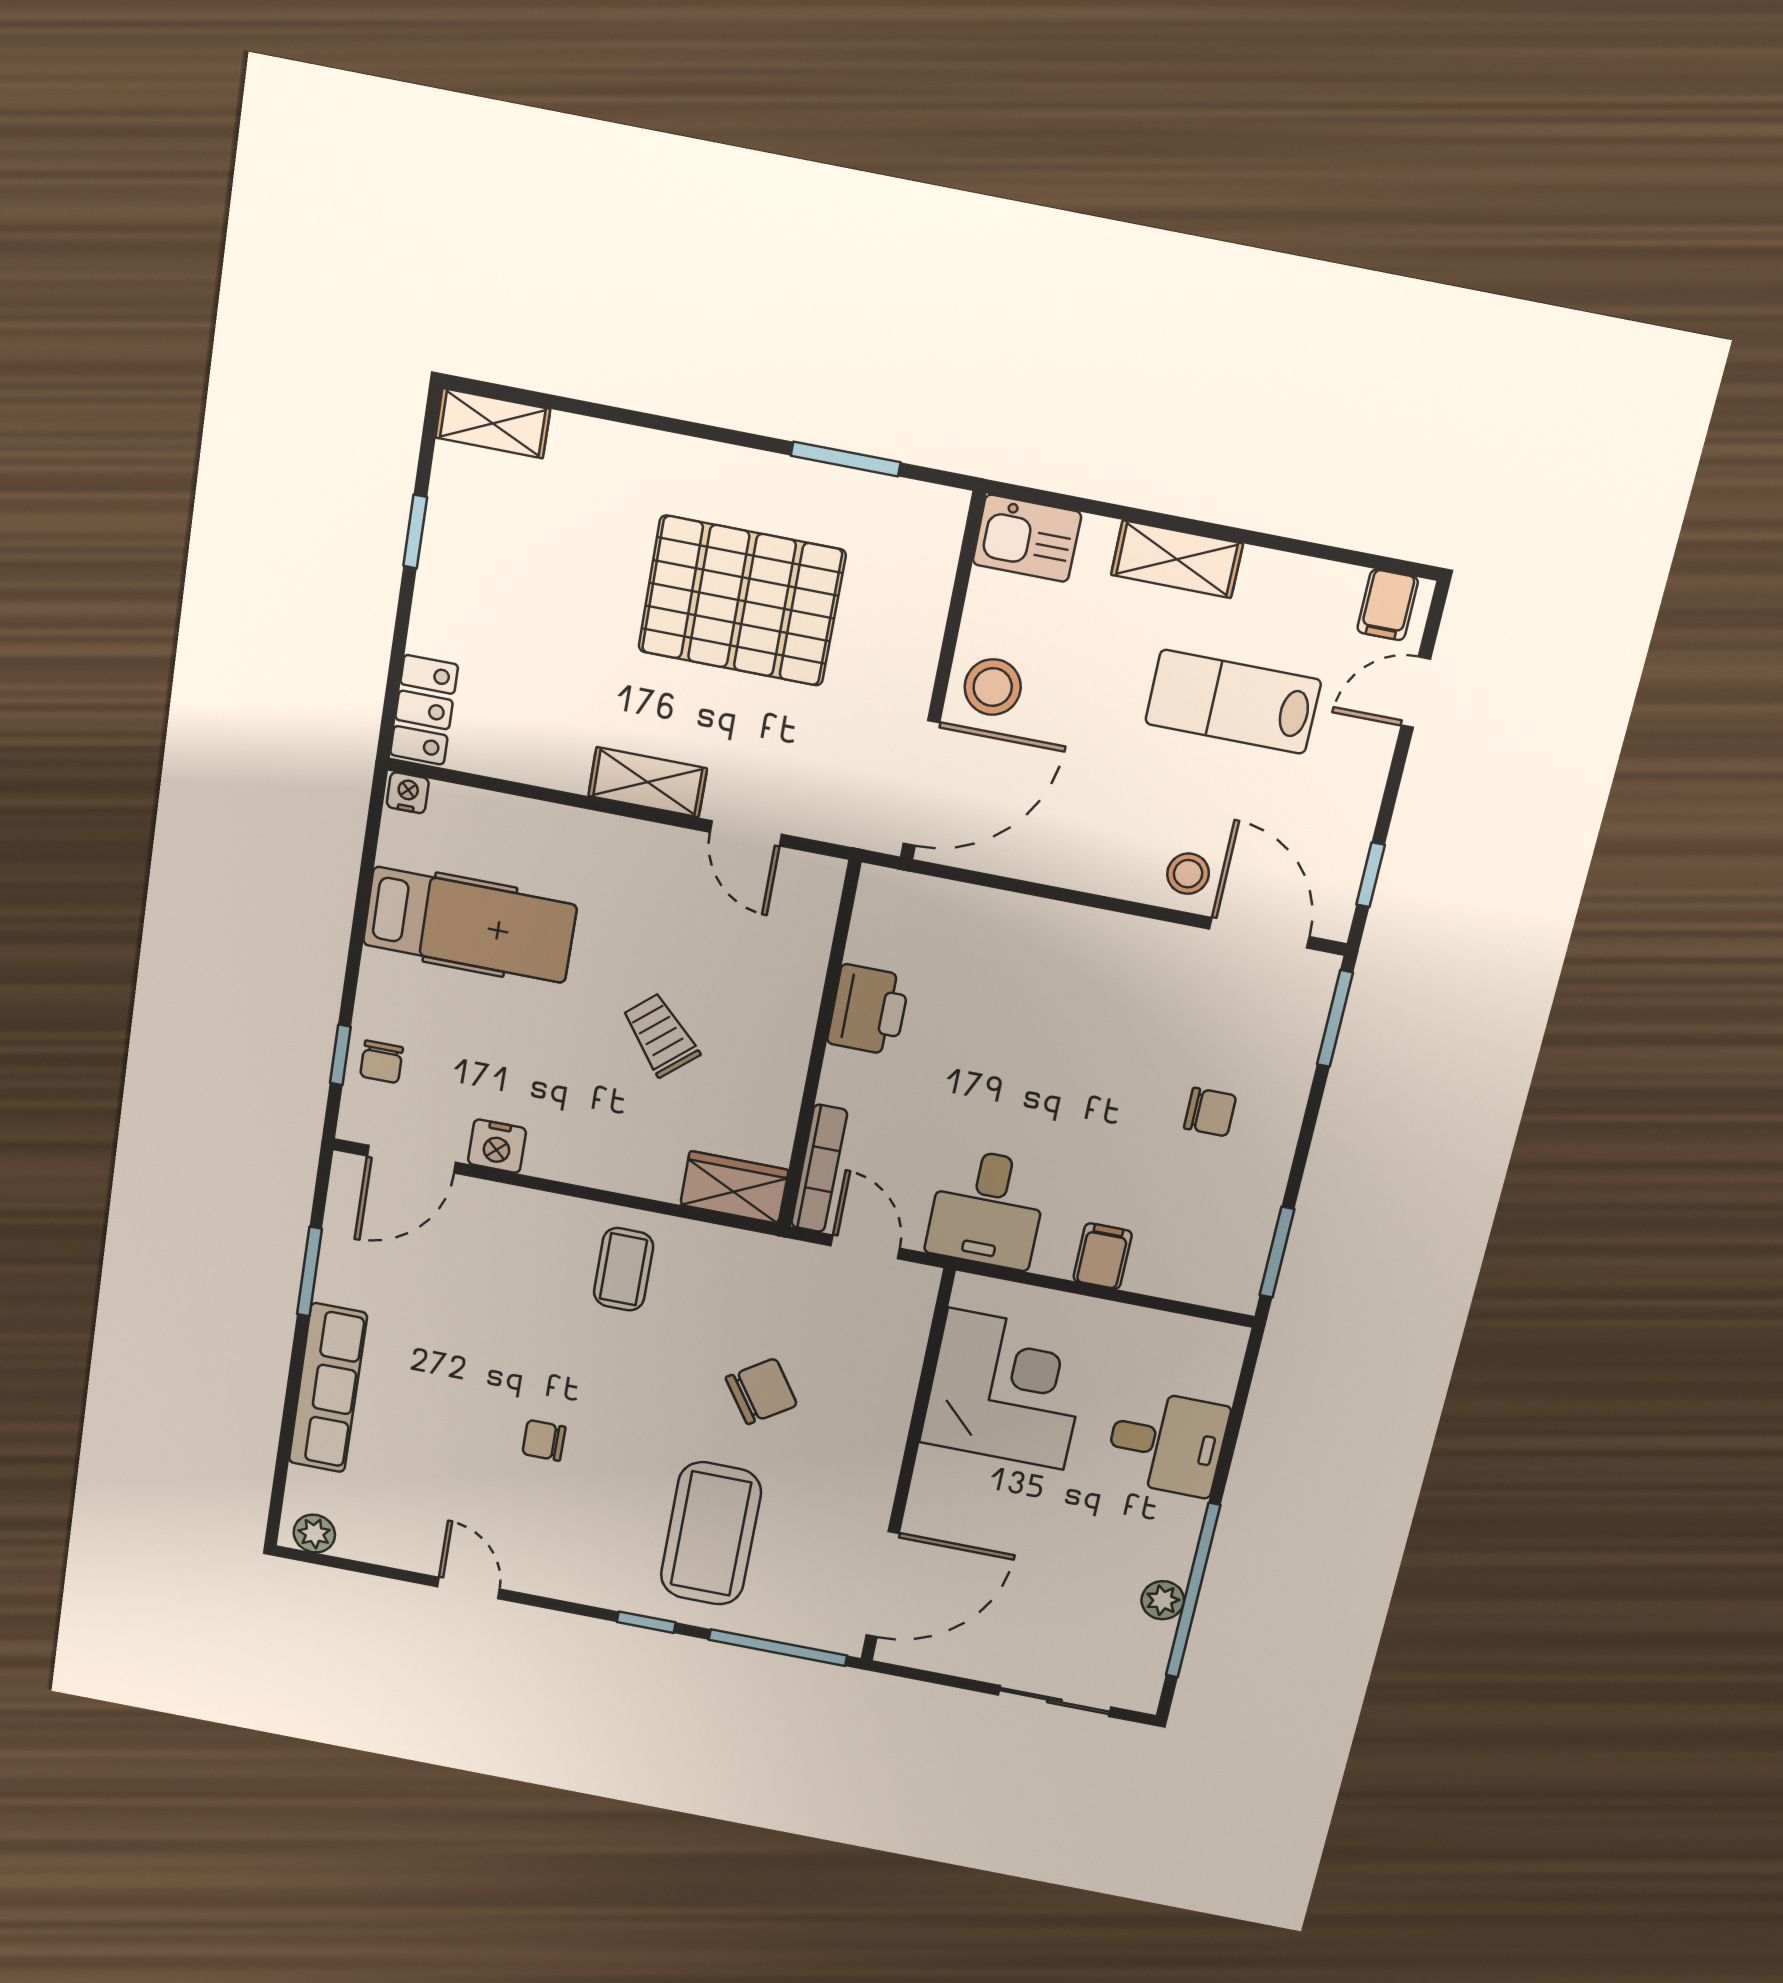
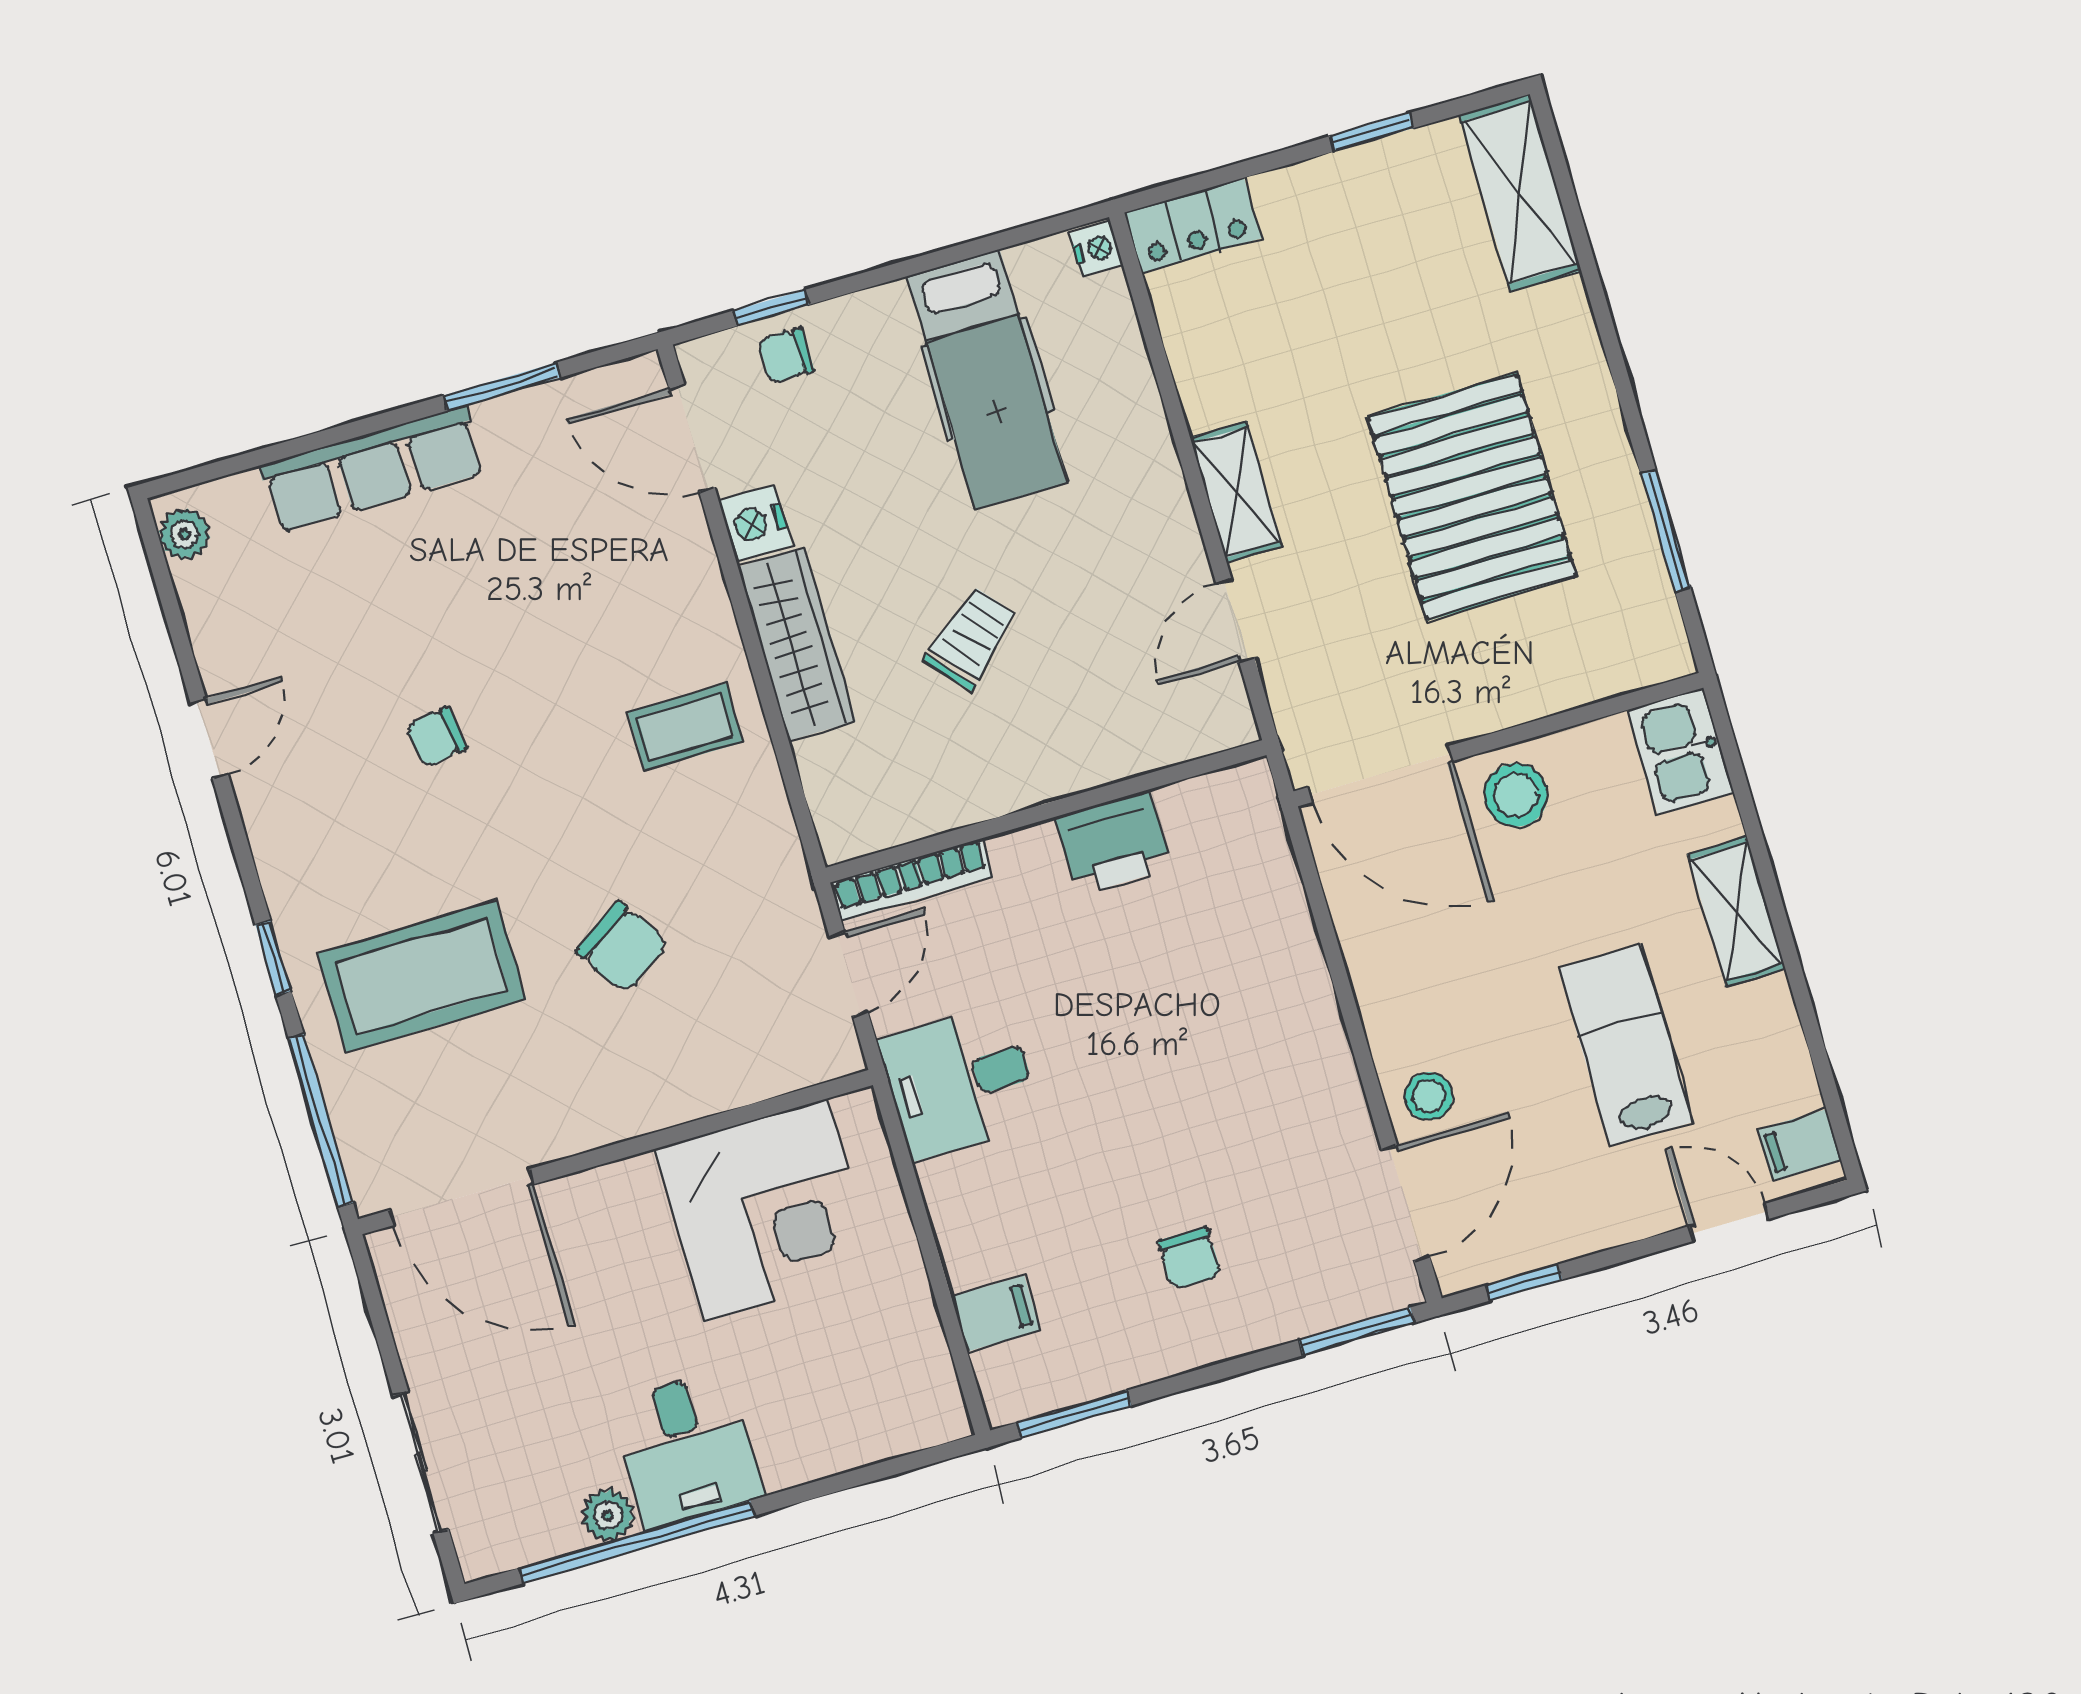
shelving: (493, 423) -> (1520, 193), width x1.50, depth x1.33
wardrobe: (734, 1187) -> (797, 644), moved, width x1.50
filing cabinet: (1103, 1256) -> (996, 1313), moved
chair: (544, 1440) -> (436, 737), turned -98
desk: (1167, 1443) -> (686, 1449), moved

